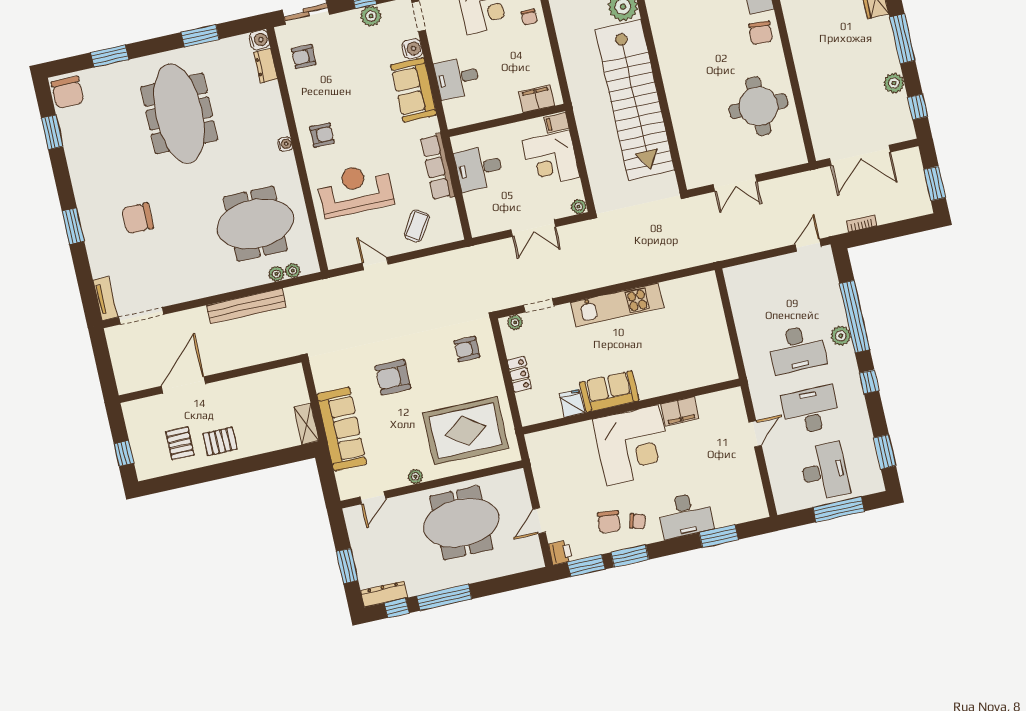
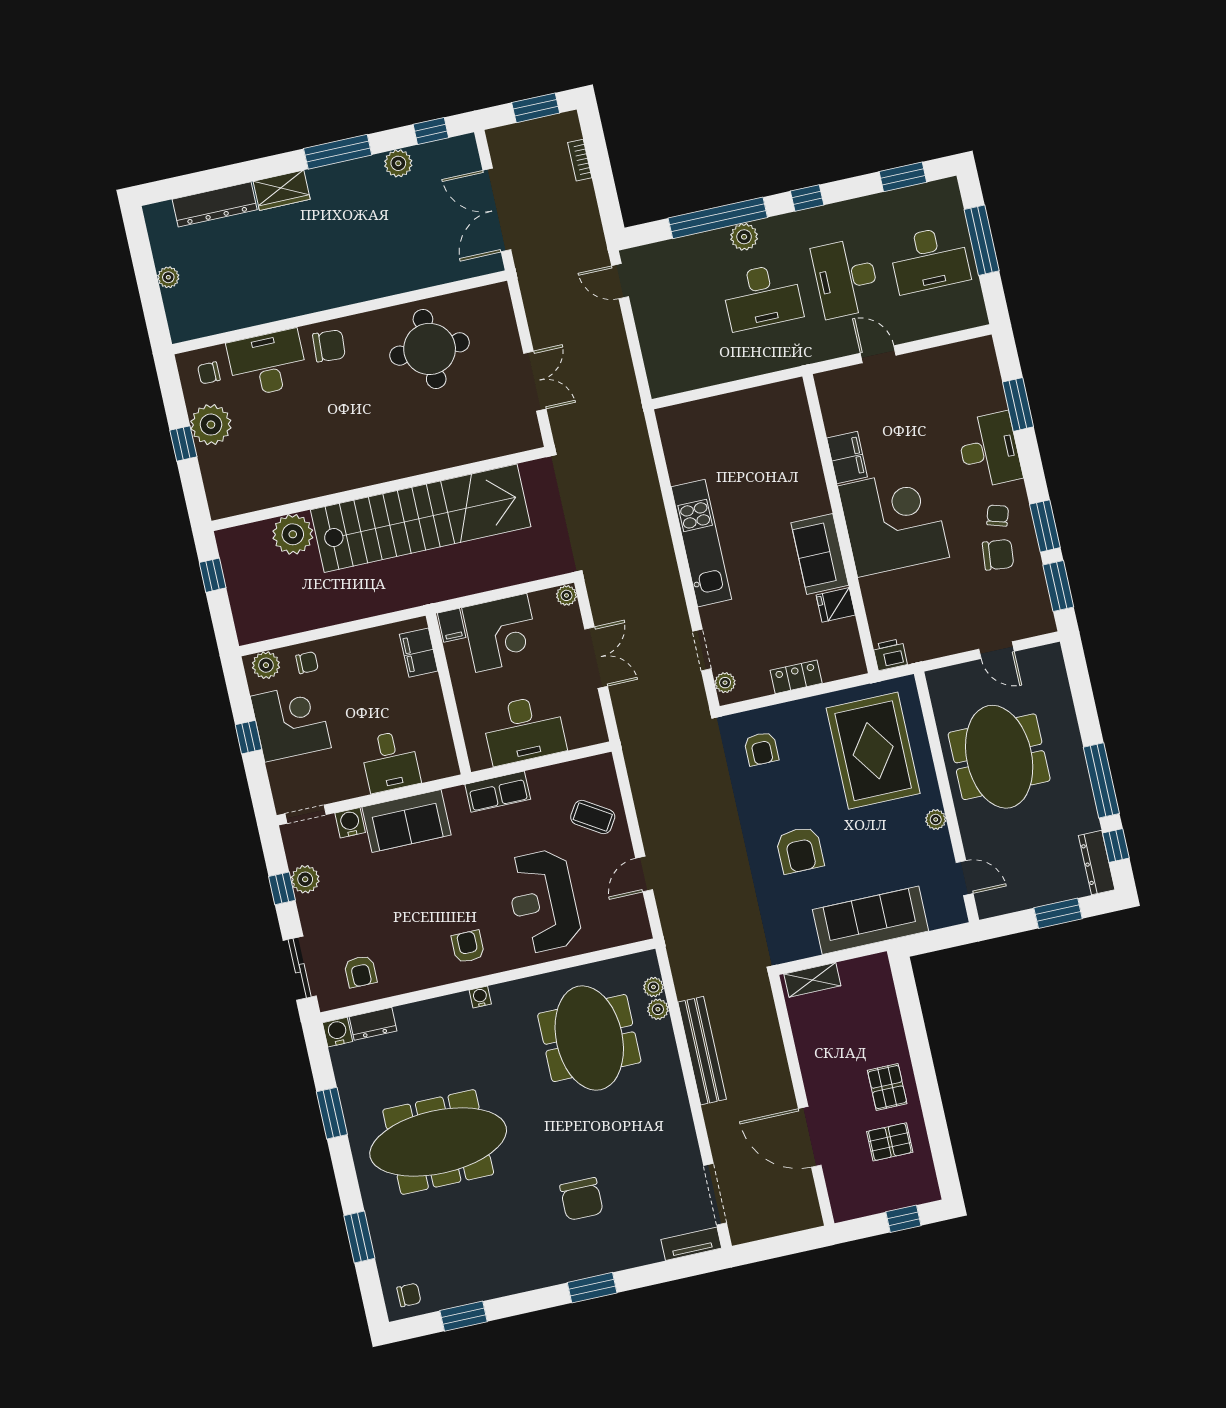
chair: (67, 92) -> (409, 1295), width x0.54, depth x0.54
double door: (860, 155) -> (497, 210), swing flipped
row of seats: (437, 167) -> (498, 792), width x0.68
desk: (479, 168) -> (524, 730), width x1.37
bookcase: (862, 223) -> (580, 160), moved
desk: (797, 349) -> (762, 297), turned 90
shelving: (306, 424) -> (812, 980), moved
desk: (824, 471) -> (930, 259), turned 180
printer: (560, 552) -> (890, 655), moved

